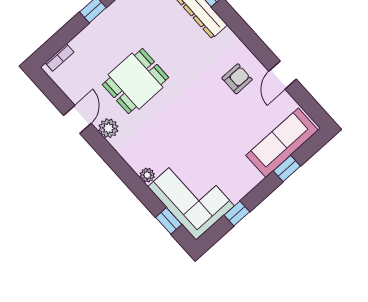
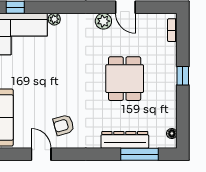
armchair: (237, 79) -> (64, 125), turned 74
dining table: (135, 81) -> (125, 79), moved

